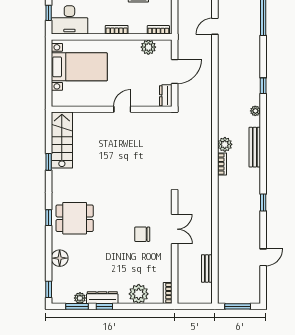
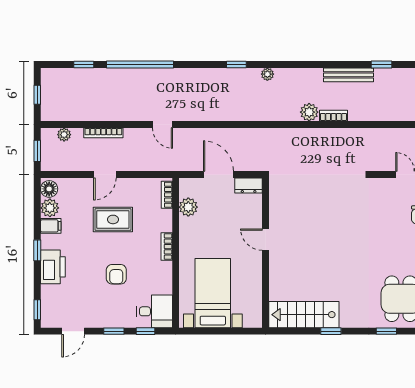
desk: (69, 20) -> (155, 311), width x0.73
bench: (255, 147) -> (348, 75), moved
window: (49, 218) -> (386, 331), moved

